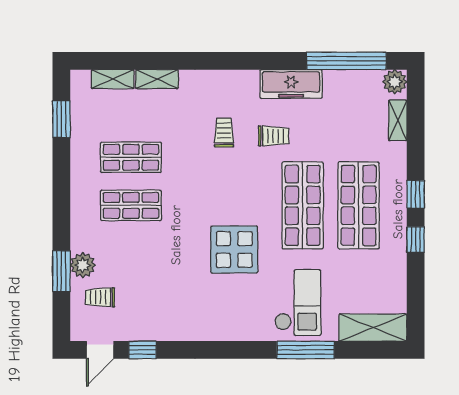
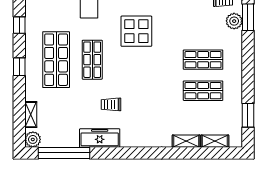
trolley: (224, 133) -> (143, 107), removed
shop shelf: (303, 205) -> (92, 60), width x0.70, depth x0.74
window: (416, 240) -> (19, 25), moved

